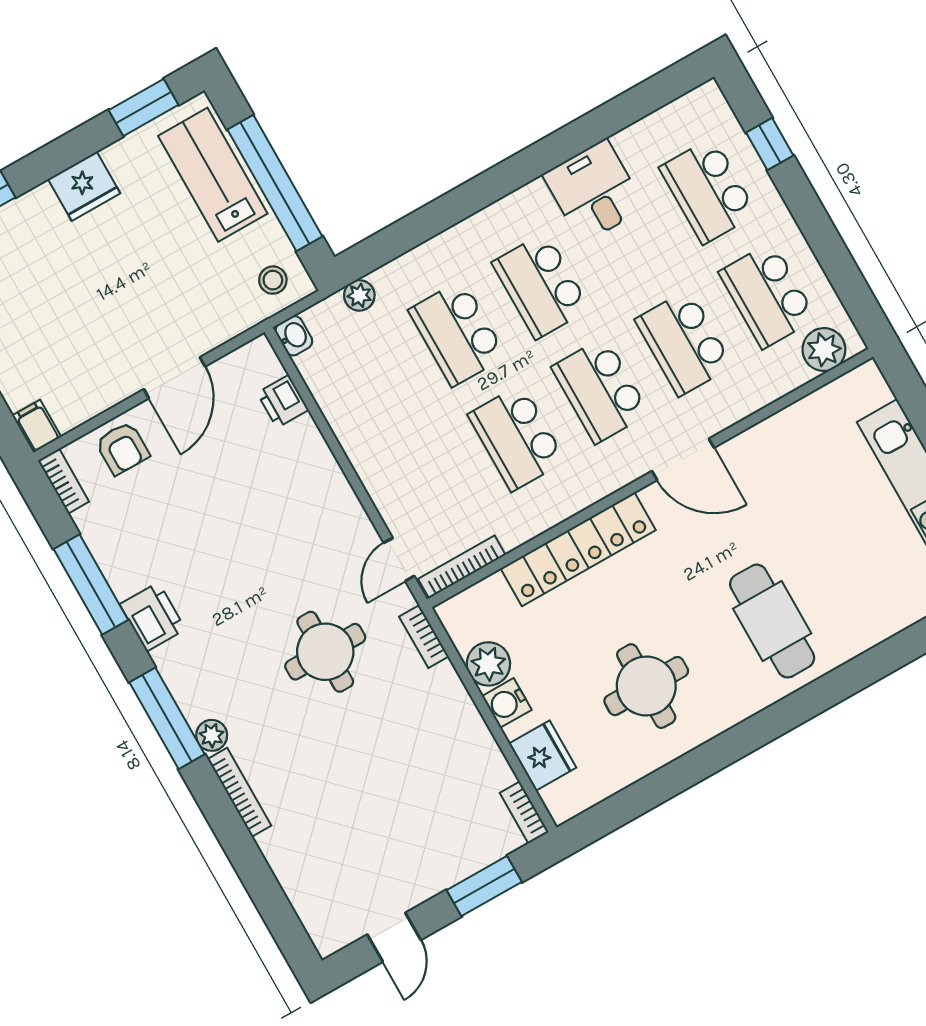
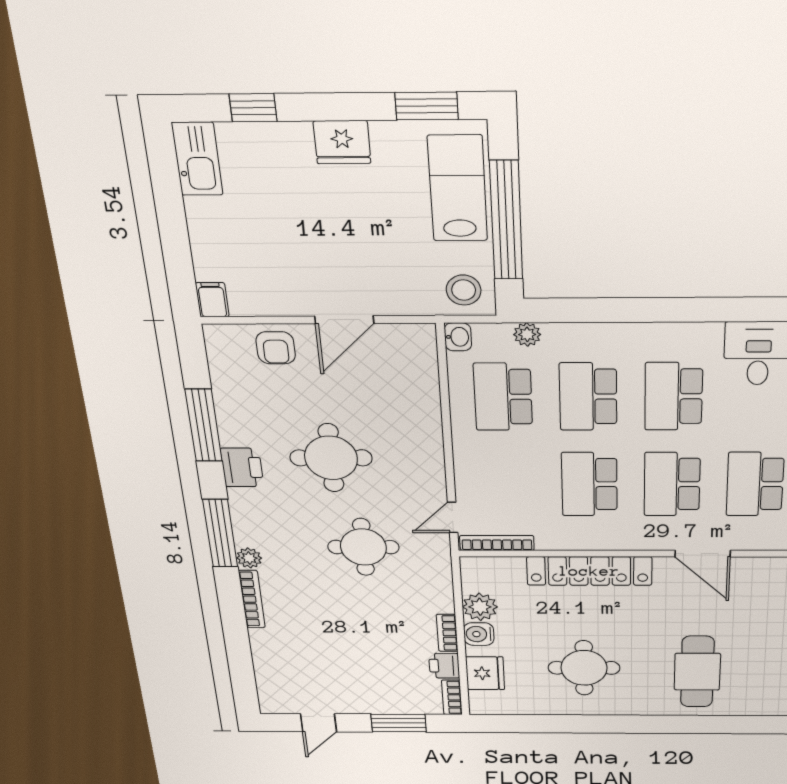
stool: (273, 280) -> (464, 290), width x1.37, depth x1.37
school desk: (374, 381) -> (503, 397), added
printer: (283, 401) -> (444, 666), moved
bookcase: (64, 481) -> (216, 348), removed
round table: (238, 553) -> (331, 458), added
bookcase: (424, 636) -> (447, 633), moved

